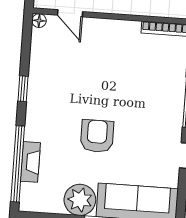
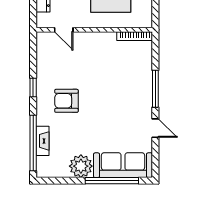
floor lamp: (39, 21) -> (41, 37), removed
armchair: (97, 136) -> (66, 101), moved, turned -90

